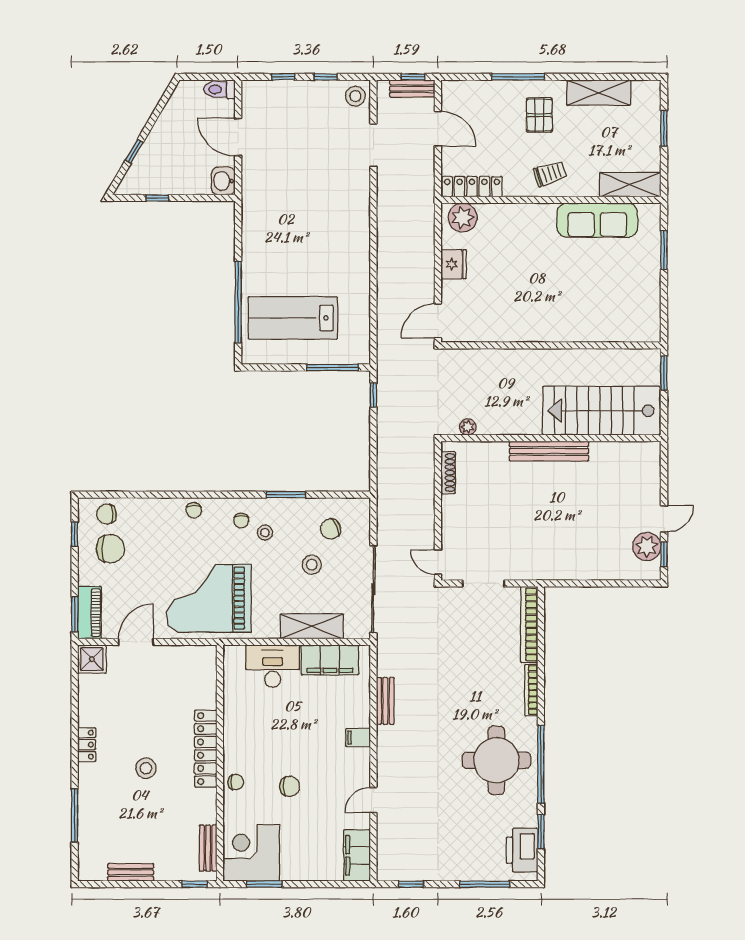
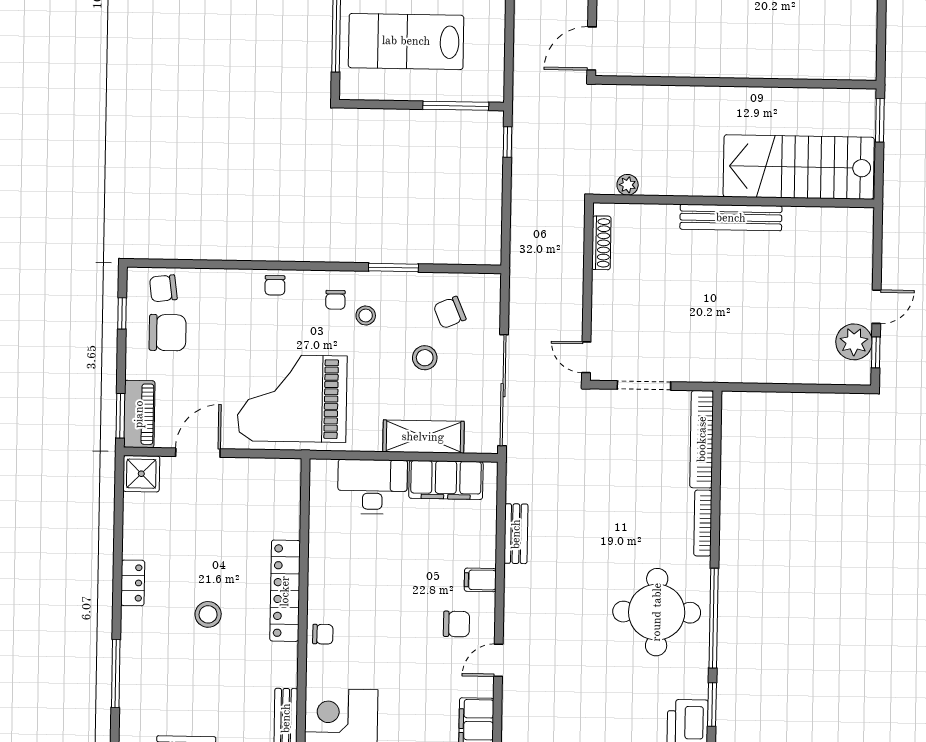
chair: (290, 786) -> (456, 624), moved

